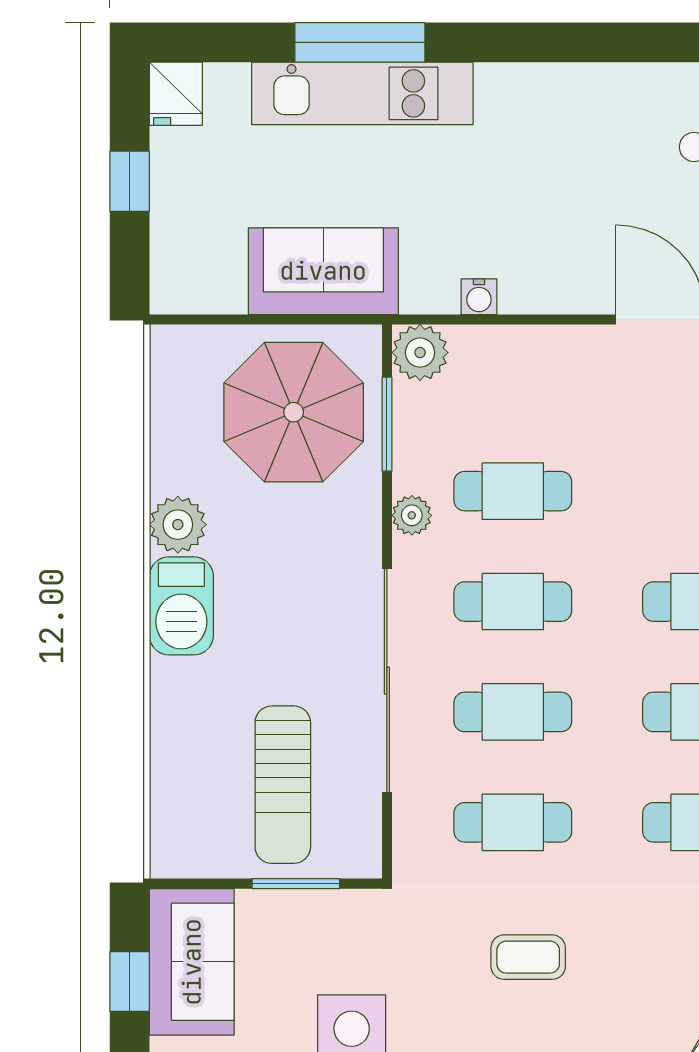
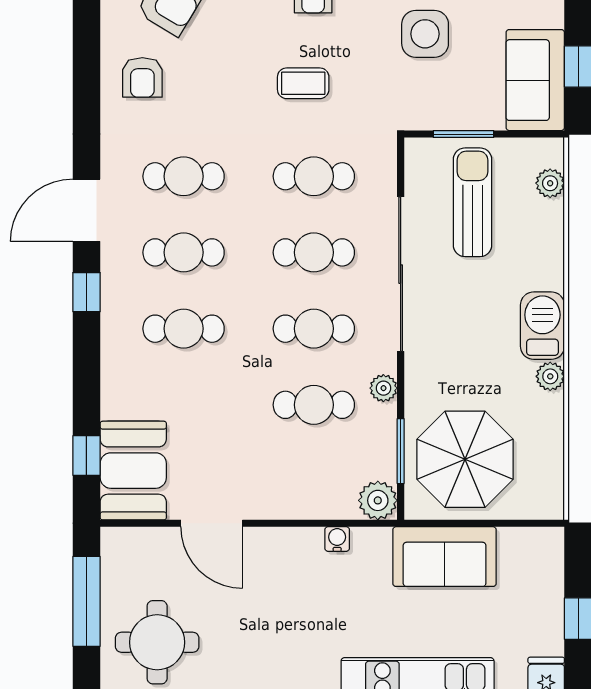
plant: (178, 525) -> (550, 376), width x0.73, depth x0.73
plant: (170, 812) -> (550, 183), added

